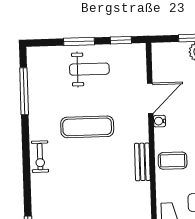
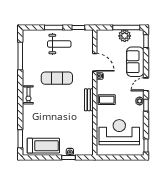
door: (150, 98) -> (95, 62), hinge flipped

